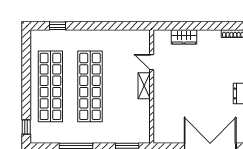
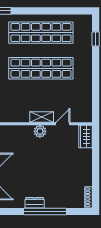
wardrobe: (184, 37) -> (86, 136), moved
plant: (160, 87) -> (40, 131), added

